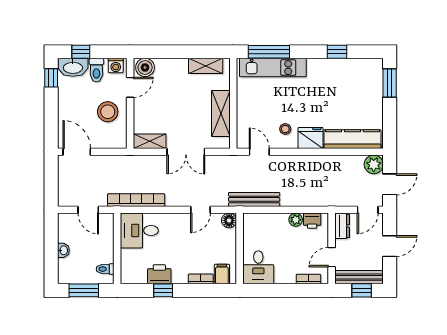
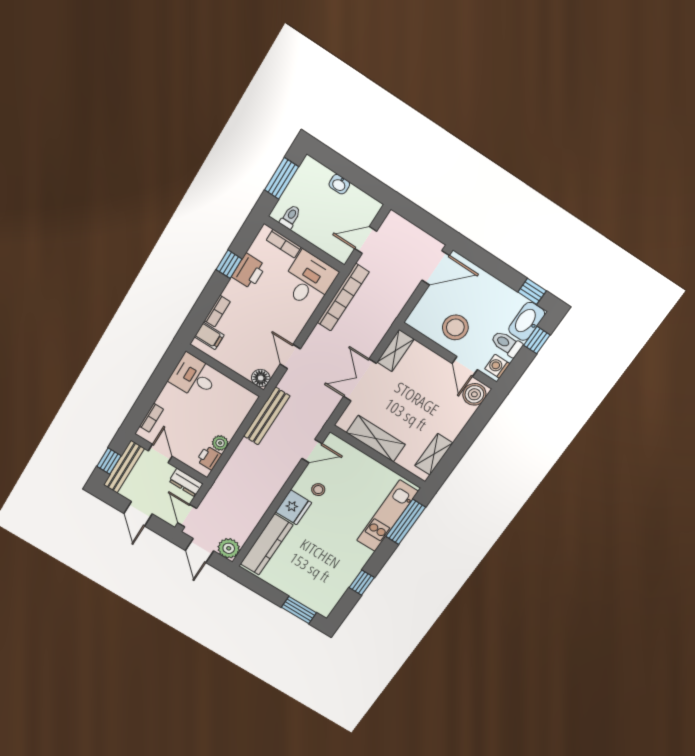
bookcase: (126, 262) -> (284, 244), added

